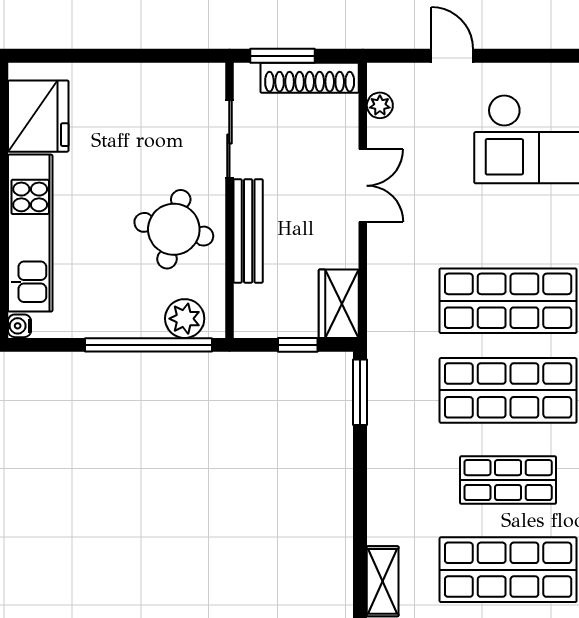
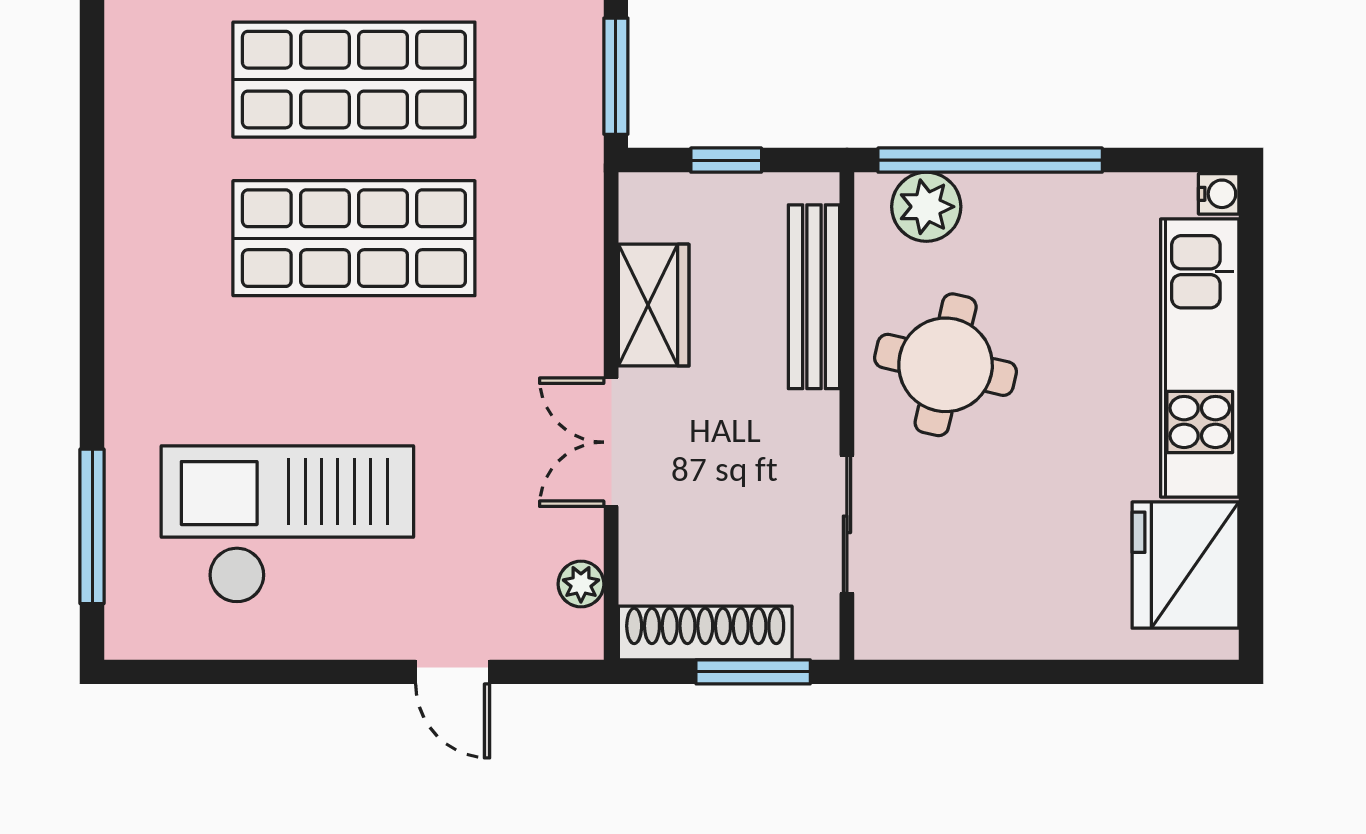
bench: (248, 231) -> (814, 297), moved
wardrobe: (339, 304) -> (654, 305), moved

